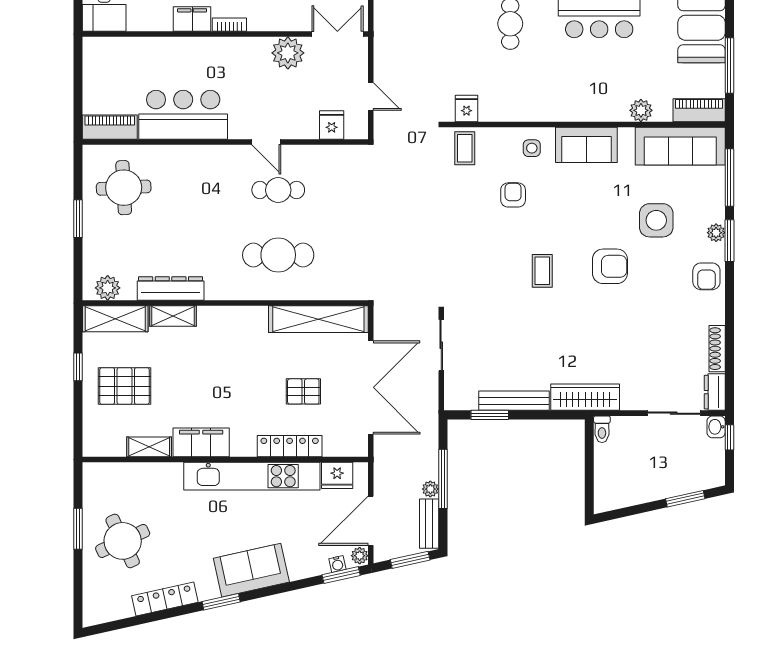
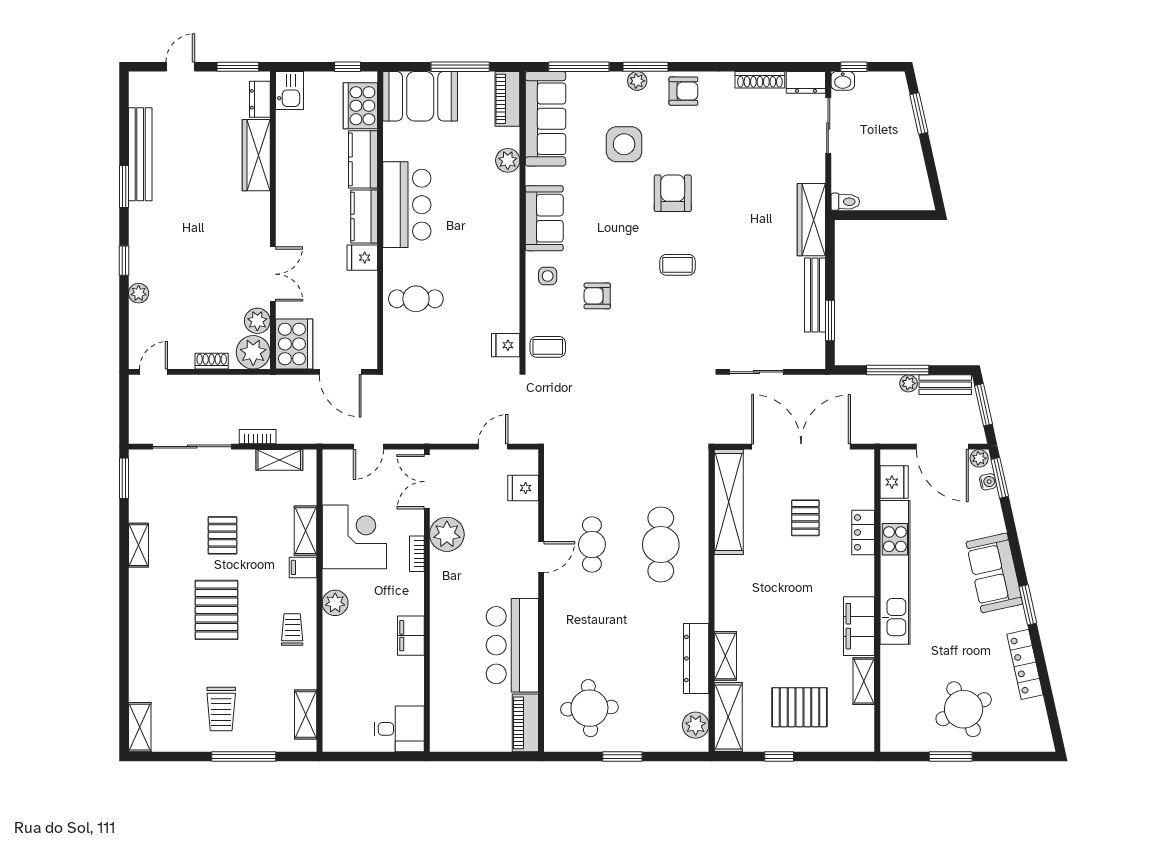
bookcase: (229, 25) -> (417, 554), moved
pallet: (124, 386) -> (799, 707), turned 90
locker: (290, 446) -> (863, 532), width x0.66

